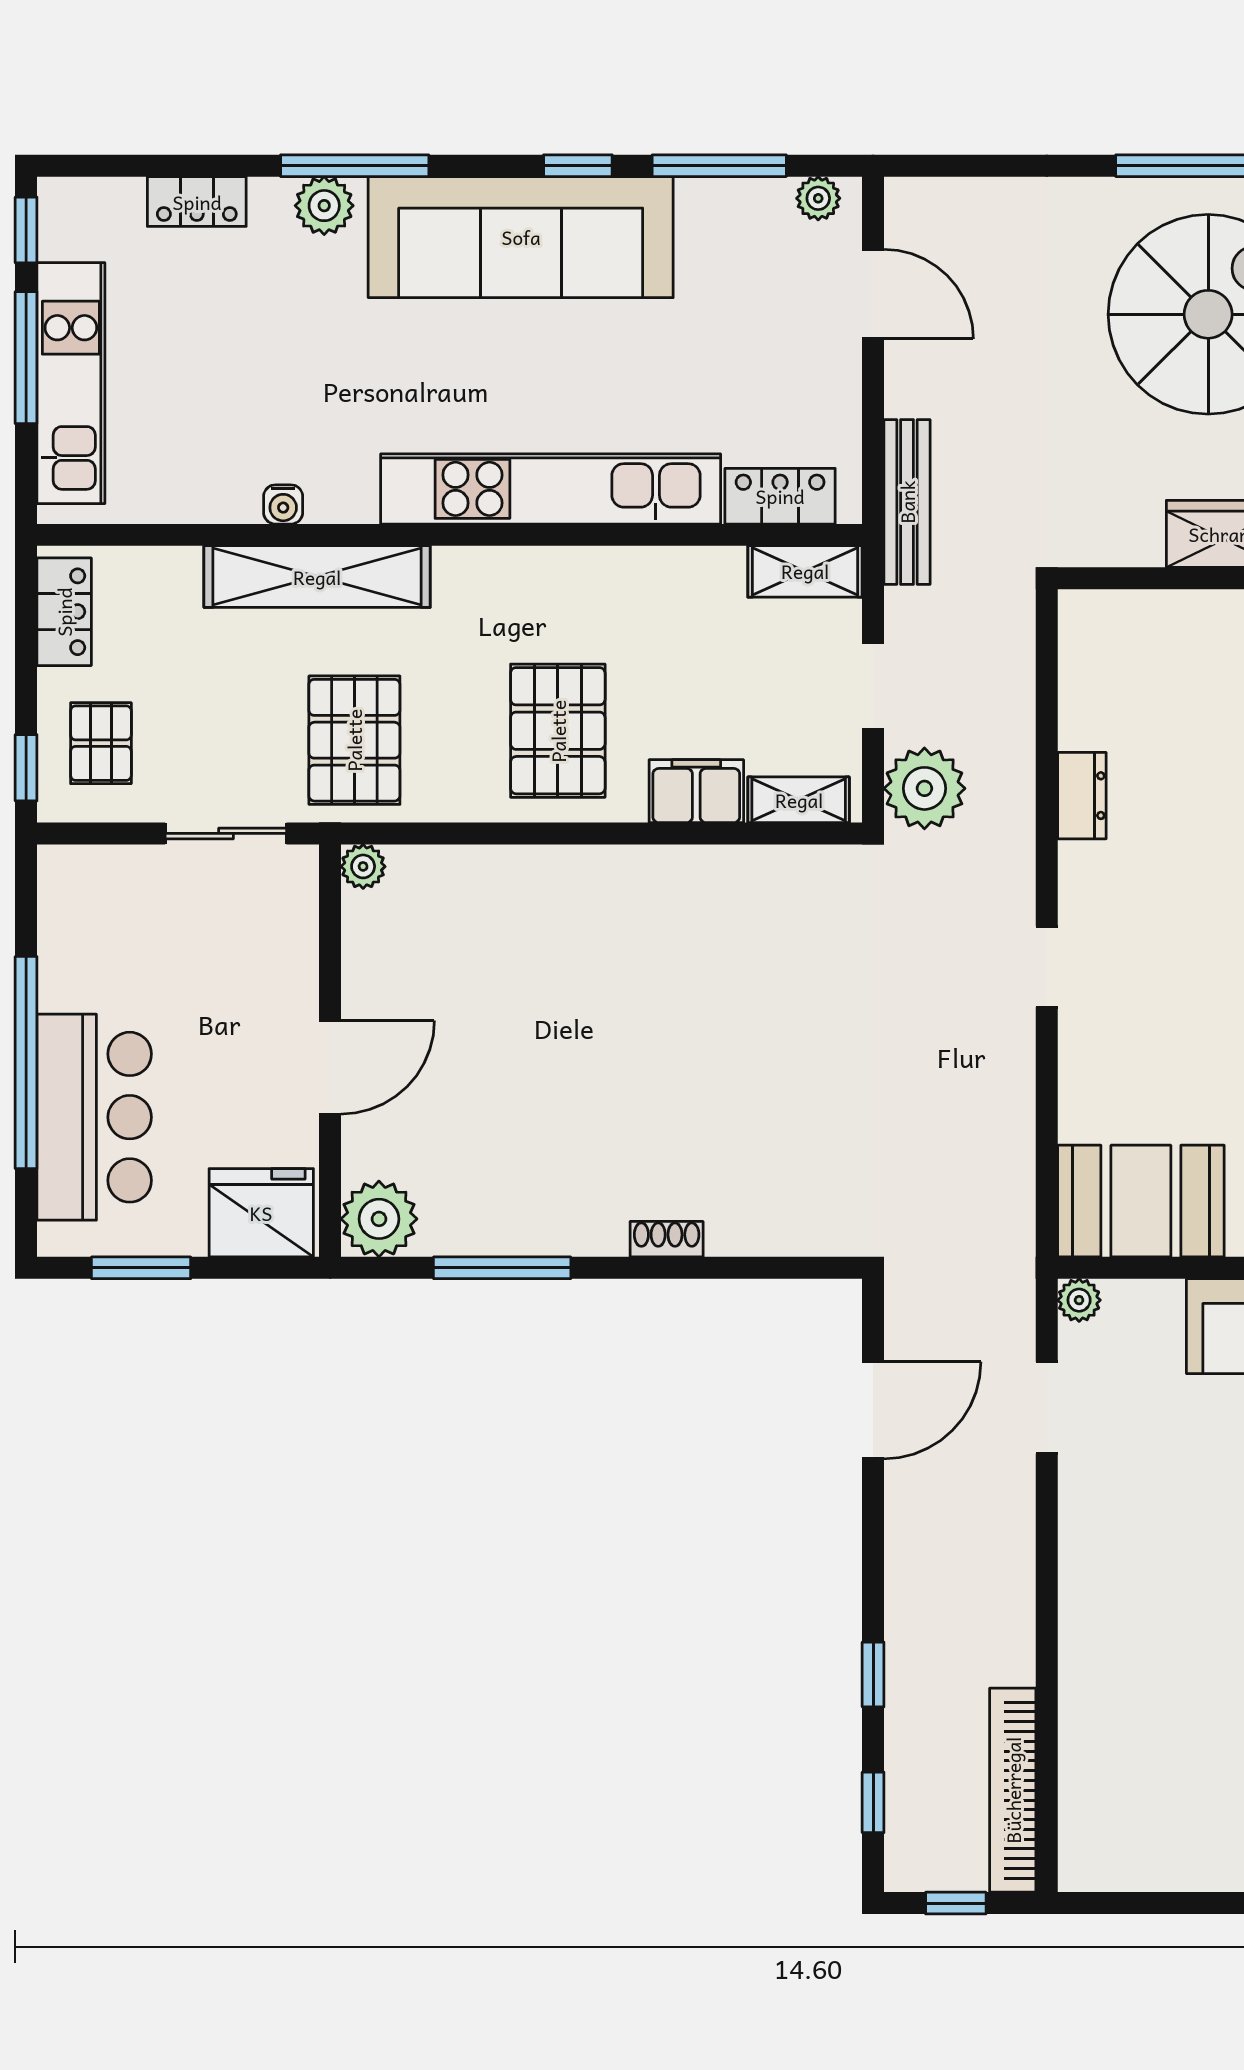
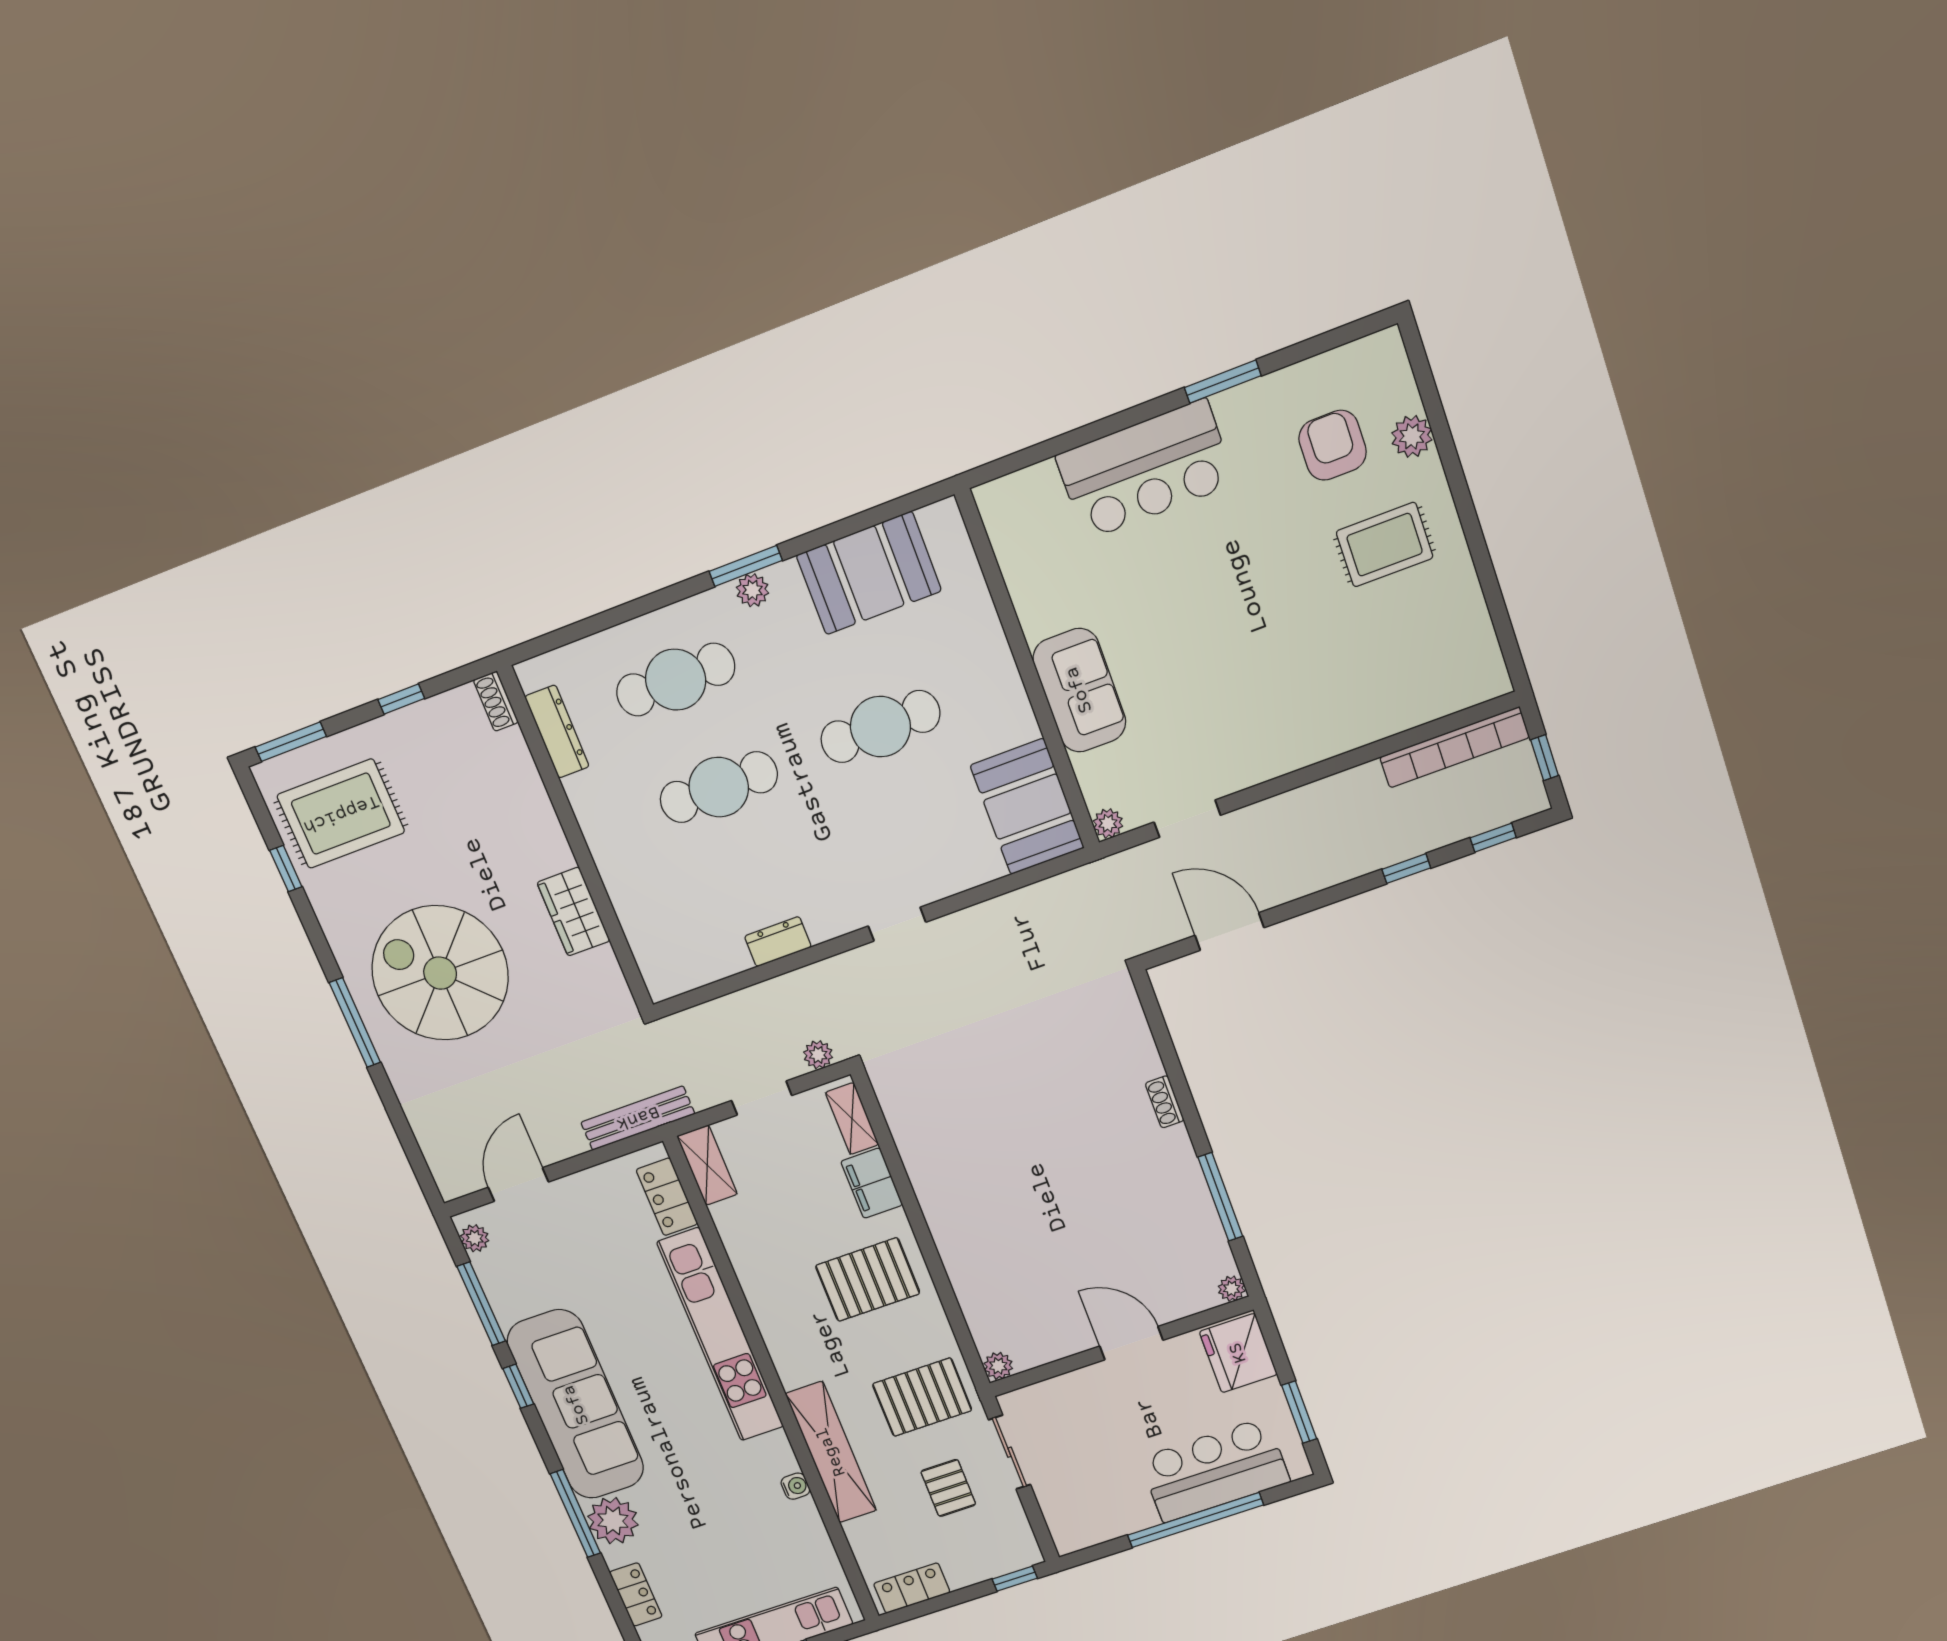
plant: (324, 206) -> (613, 1521), width x1.36, depth x1.36
pallet: (101, 743) -> (948, 1488), moved, turned 90
plant: (924, 788) -> (818, 1055), width x0.53, depth x0.53
plant: (379, 1219) -> (1232, 1289), width x0.53, depth x0.53

